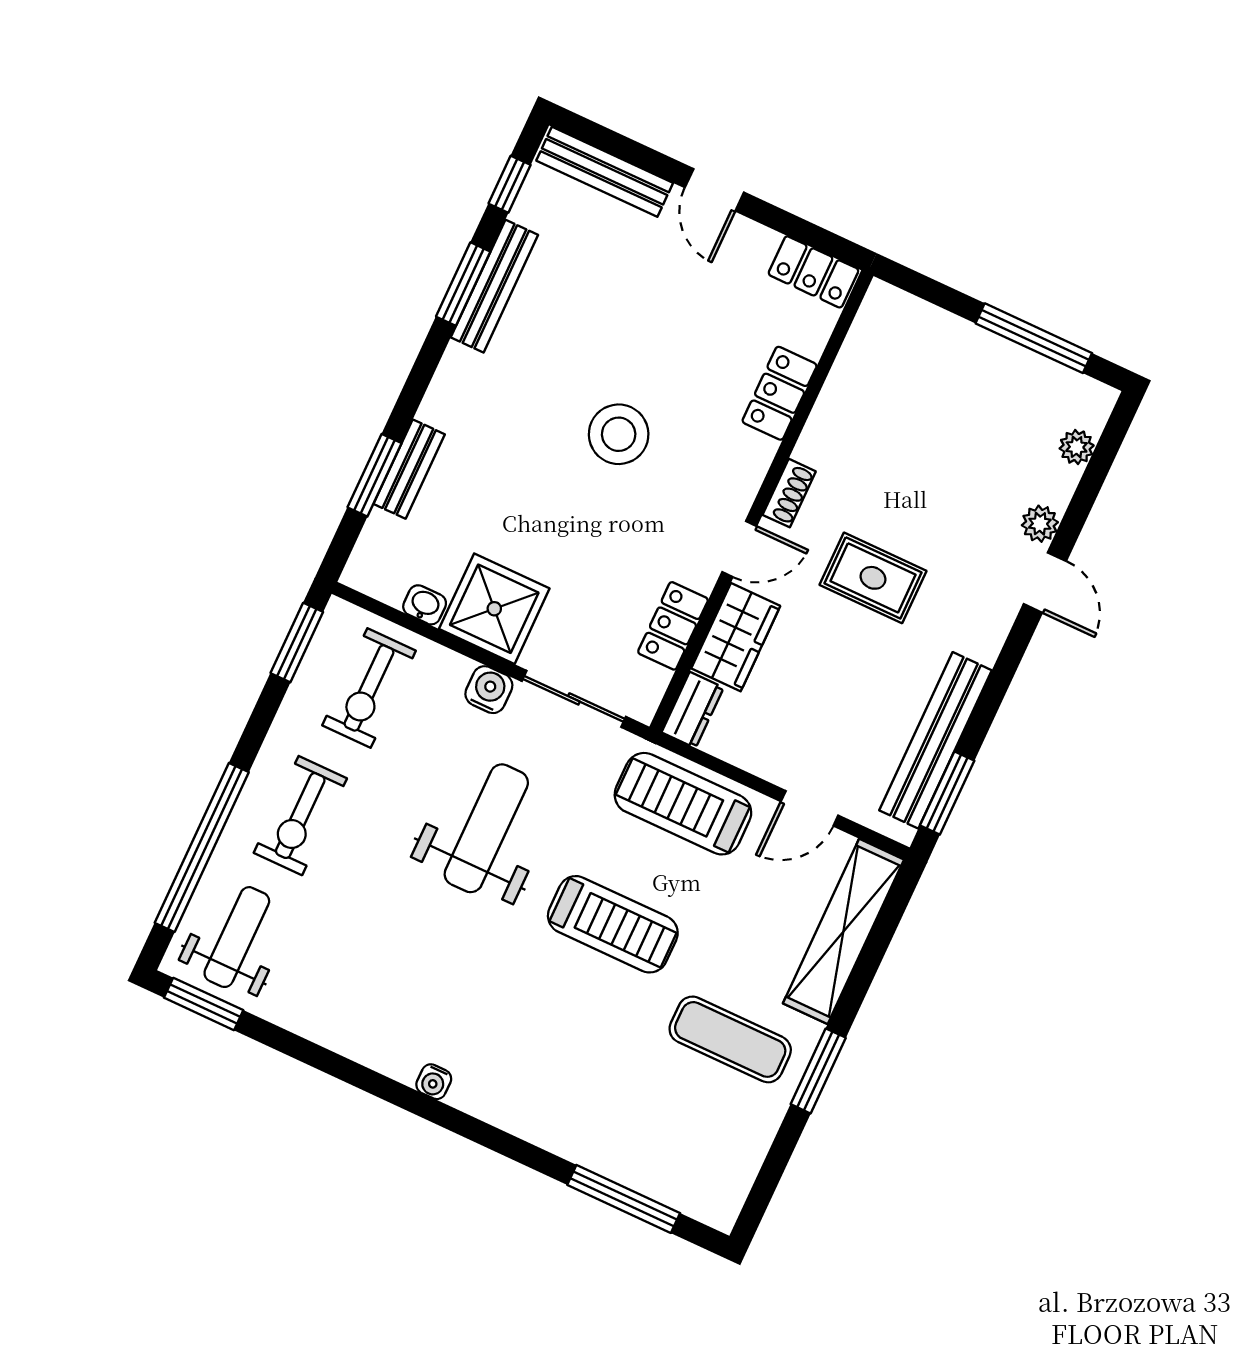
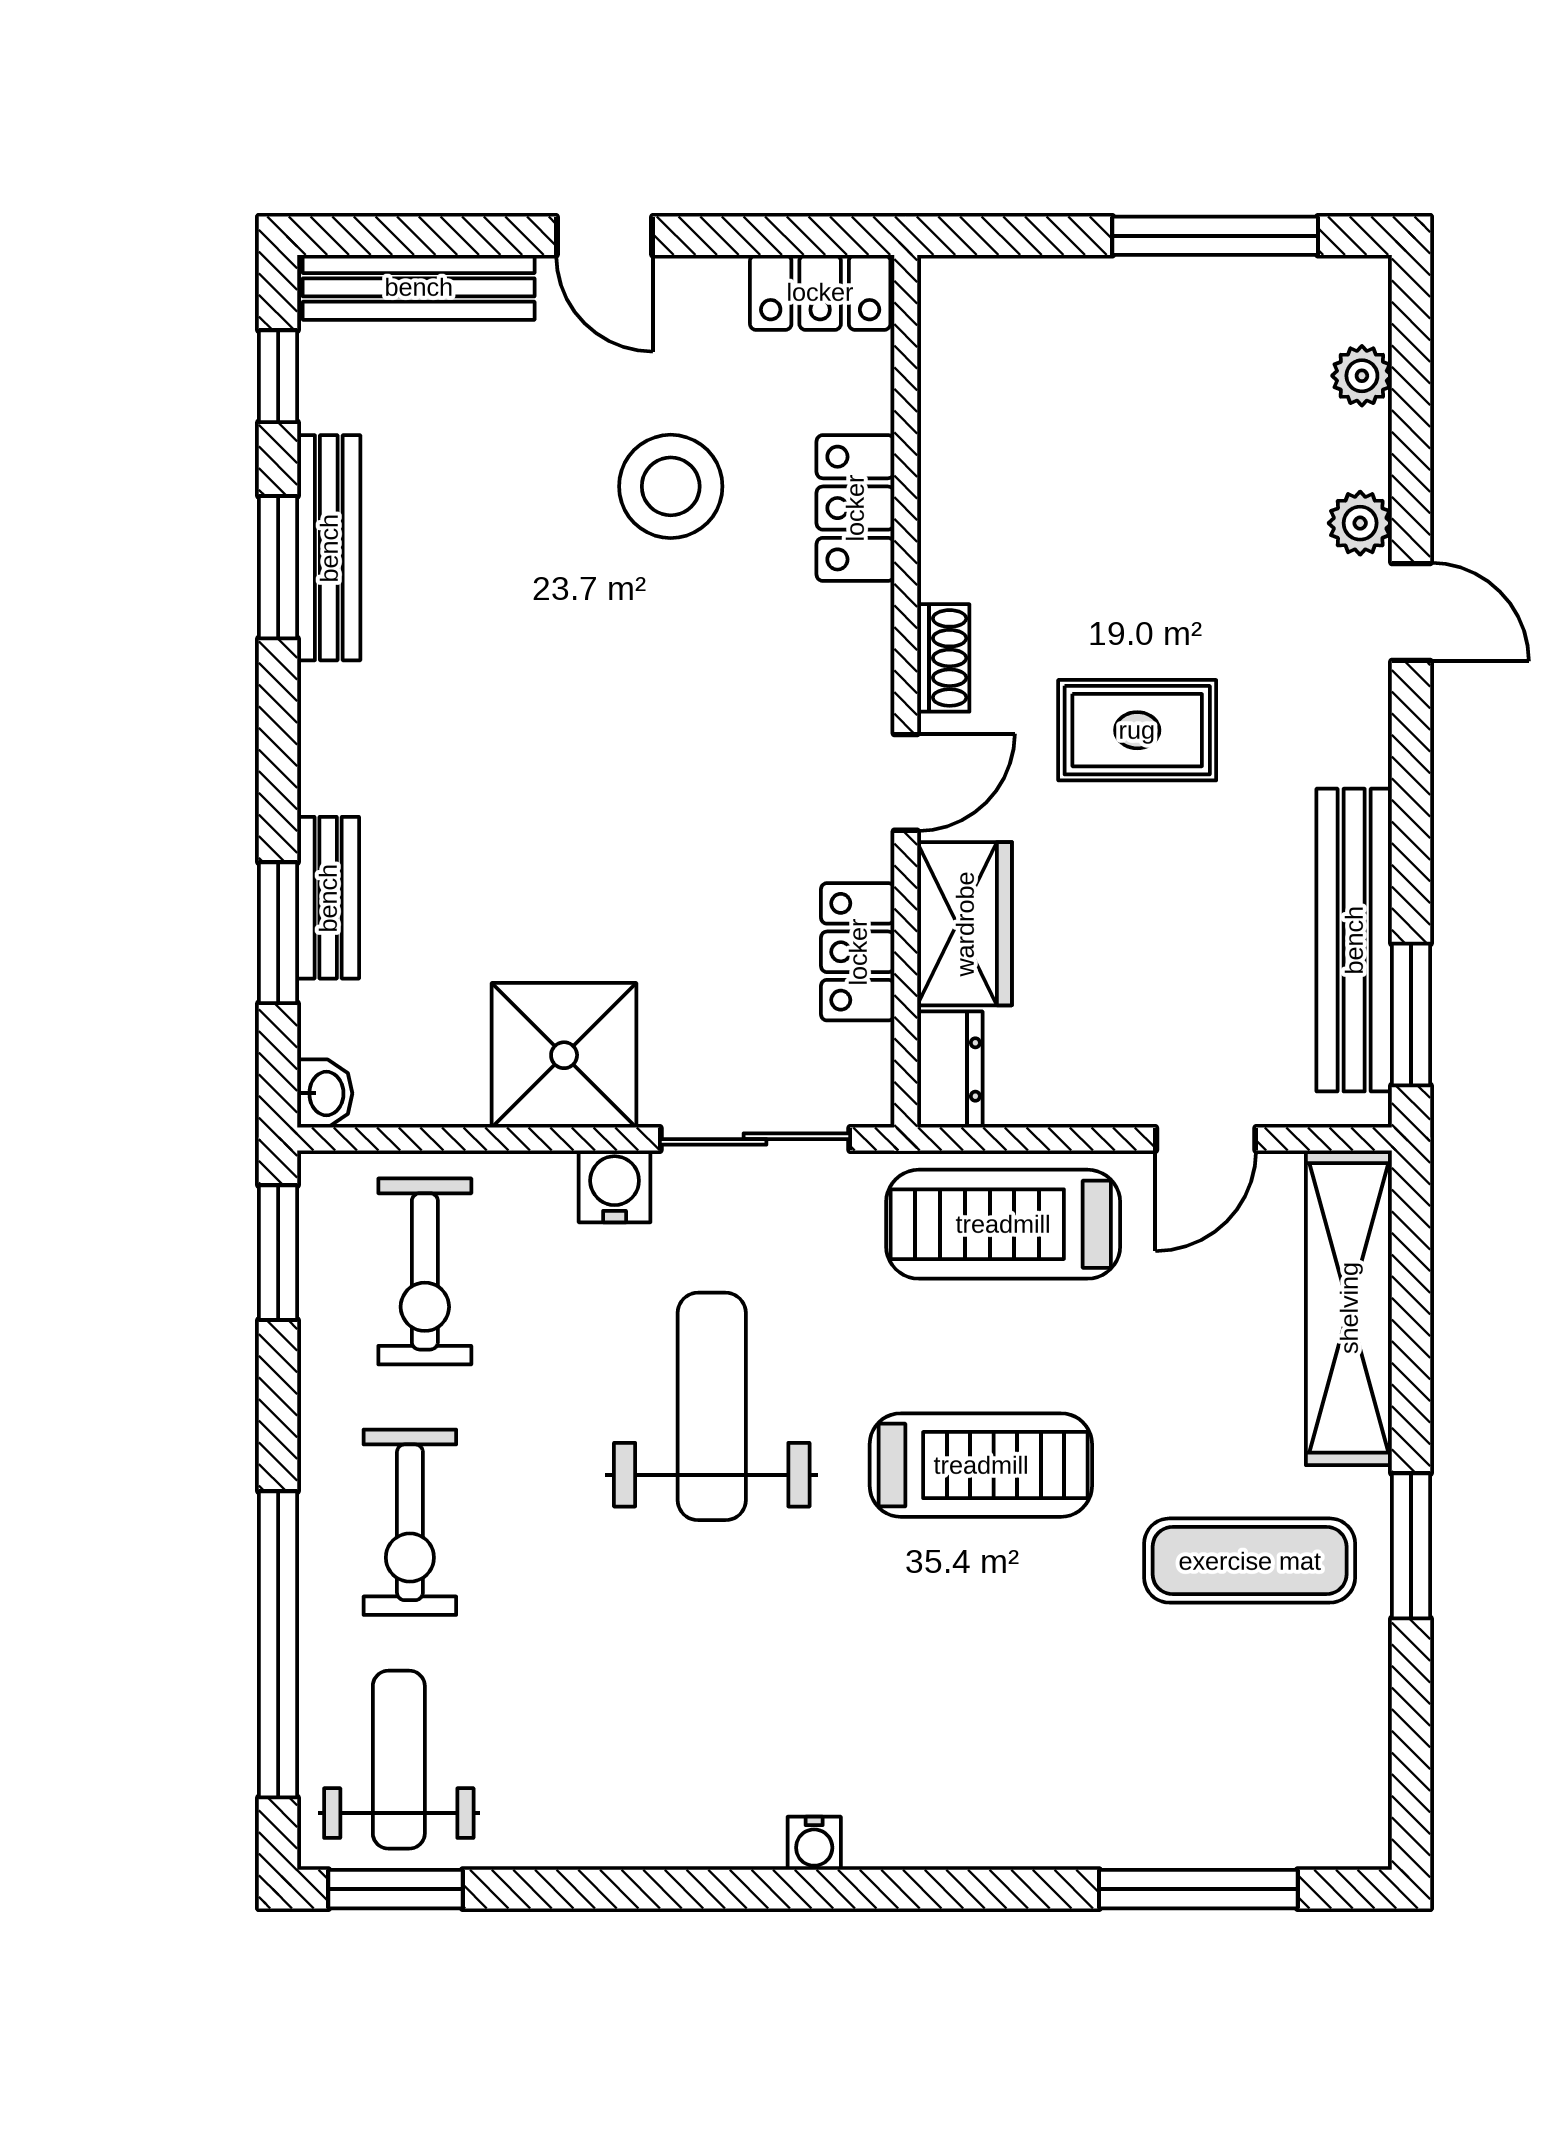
stool: (619, 434) -> (671, 486), moved
washbasin: (425, 605) -> (325, 1093), moved, turned 90

